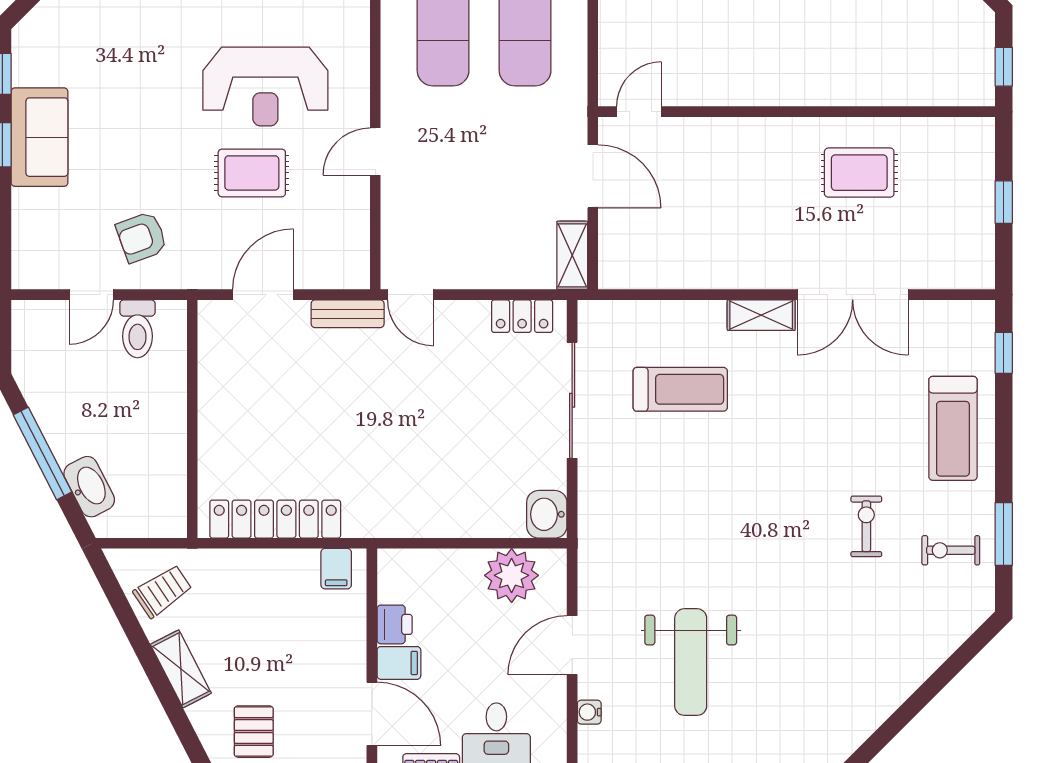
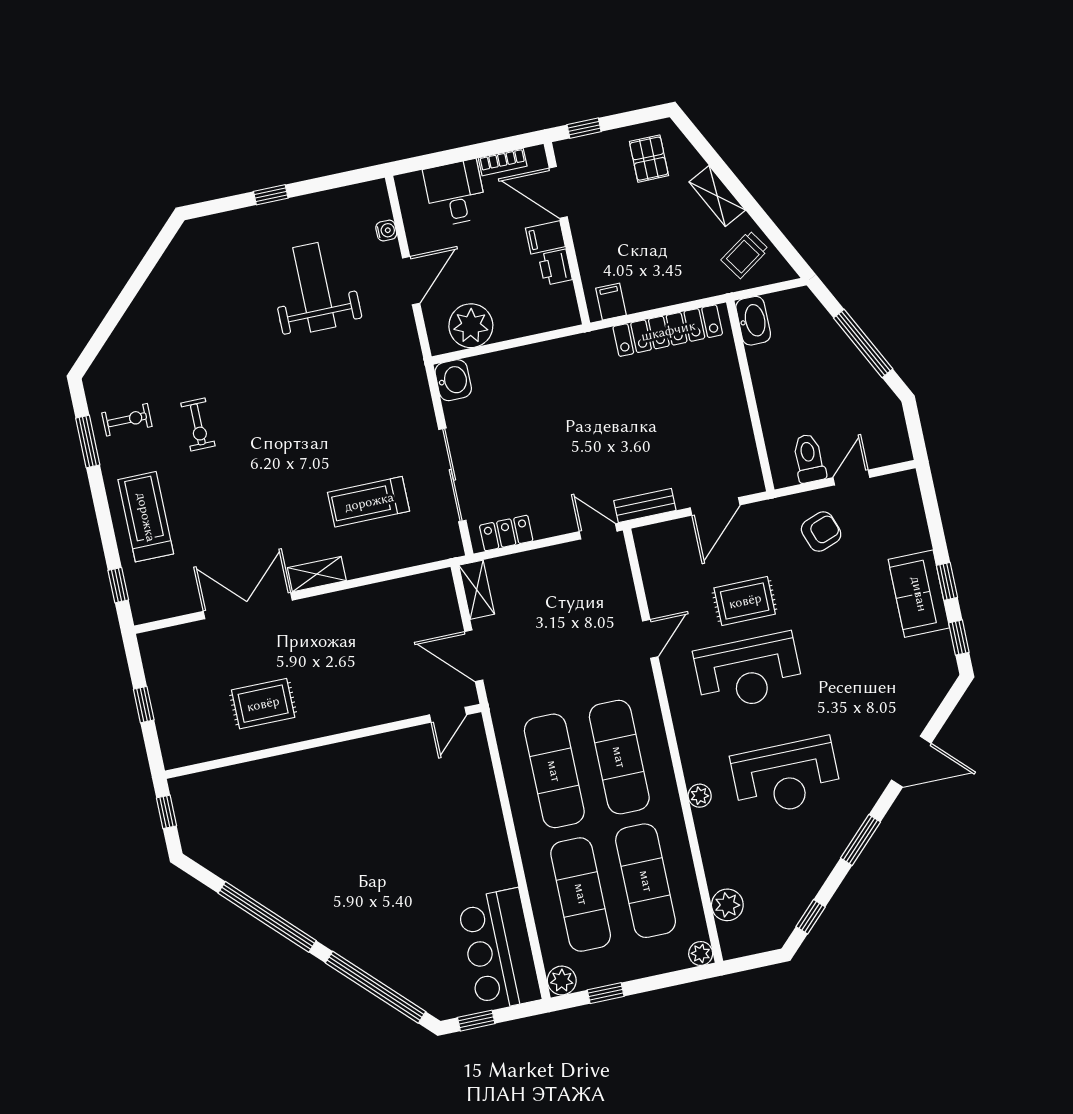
reception desk: (265, 86) -> (748, 672), turned 180
washbasin: (89, 487) -> (753, 321), moved, turned -153

